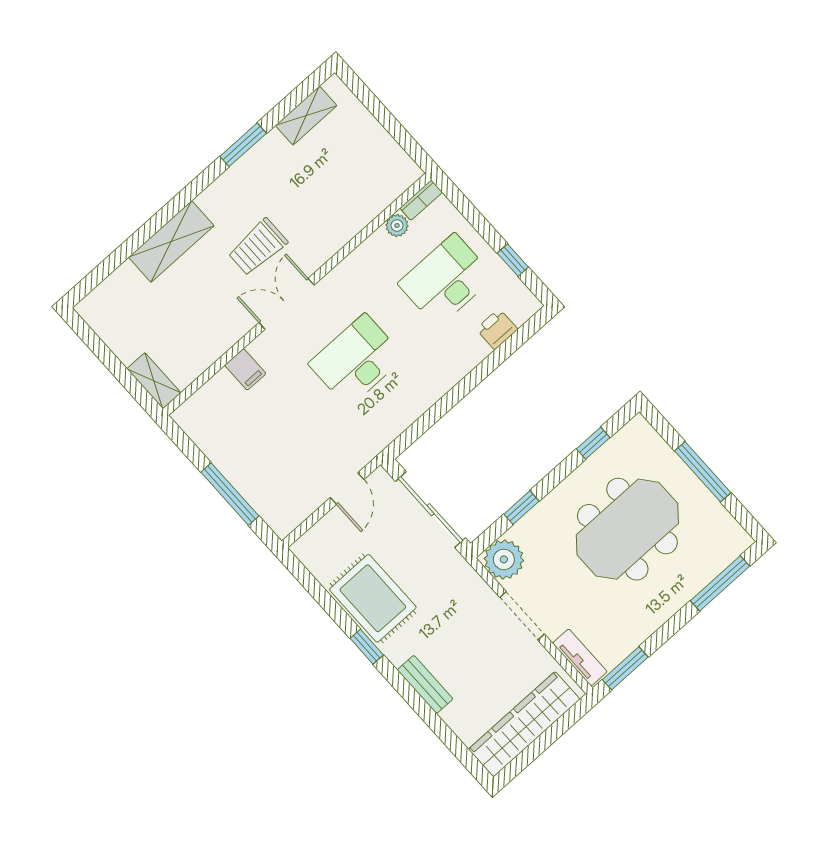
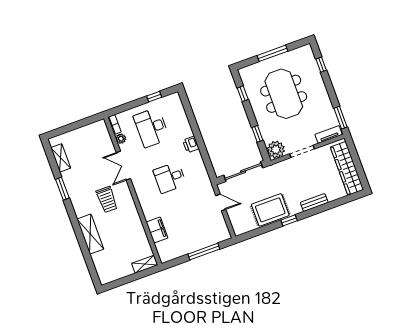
double door: (287, 304) -> (123, 166), moved
printer: (497, 329) -> (191, 144), moved
desk: (356, 361) -> (170, 177), width x0.73
filing cabinet: (245, 369) -> (157, 230), width x2.00
window: (720, 583) -> (321, 65), width x0.46

